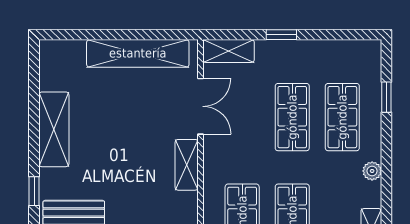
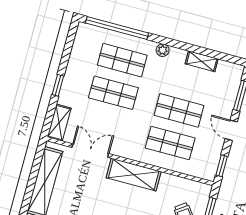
window: (386, 97) -> (117, 28), width x3.17
shelving: (187, 165) -> (134, 175), width x1.50, depth x1.33

